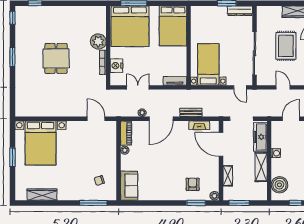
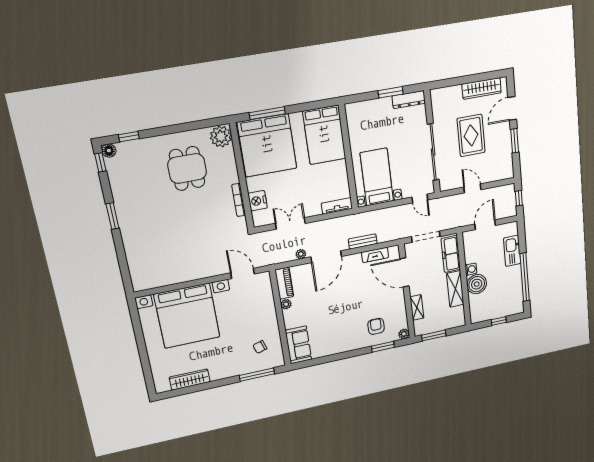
floor lamp: (20, 11) -> (109, 151), added
plant: (98, 41) -> (221, 137), moved
dining table: (56, 58) -> (187, 168), moved
bed with nightstands: (41, 143) -> (187, 316), width x1.36
window: (12, 157) -> (141, 344), removed
boiler: (279, 185) -> (477, 284), moved

